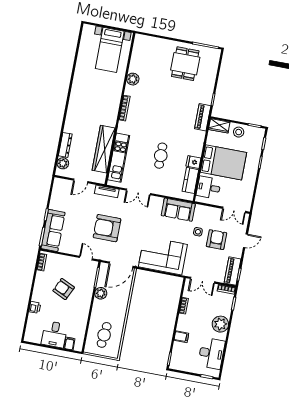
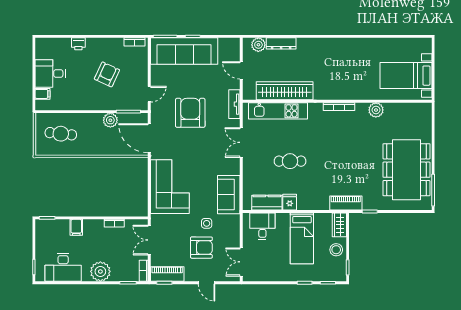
dining table: (185, 64) -> (406, 170), width x1.88, depth x1.24
bed: (223, 162) -> (302, 238), width x0.67
sofa: (53, 230) -> (184, 51), width x1.36, depth x1.27

